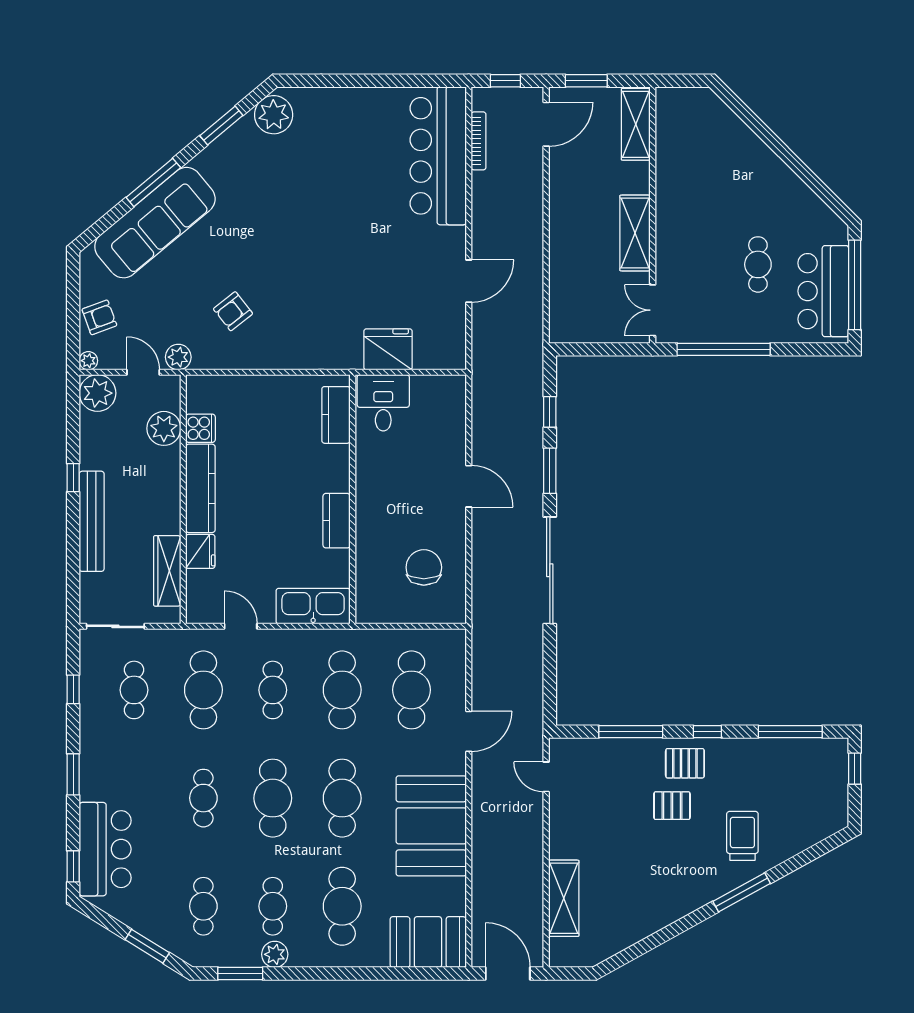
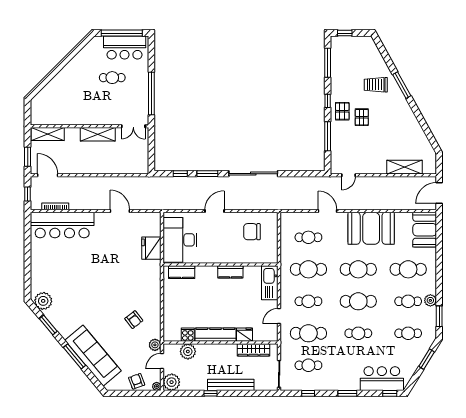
desk: (383, 403) -> (180, 240), width x1.87, depth x1.30
cafe table: (412, 690) -> (308, 237), width x0.73, depth x0.74

